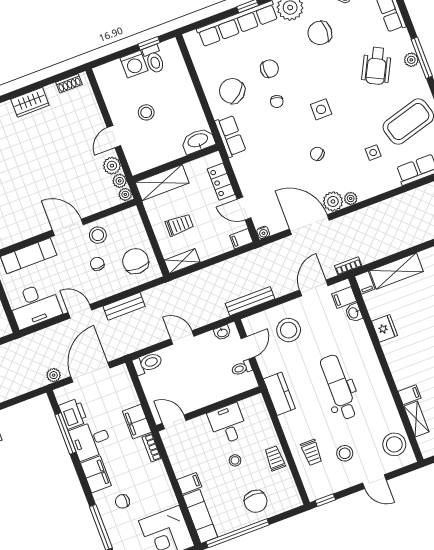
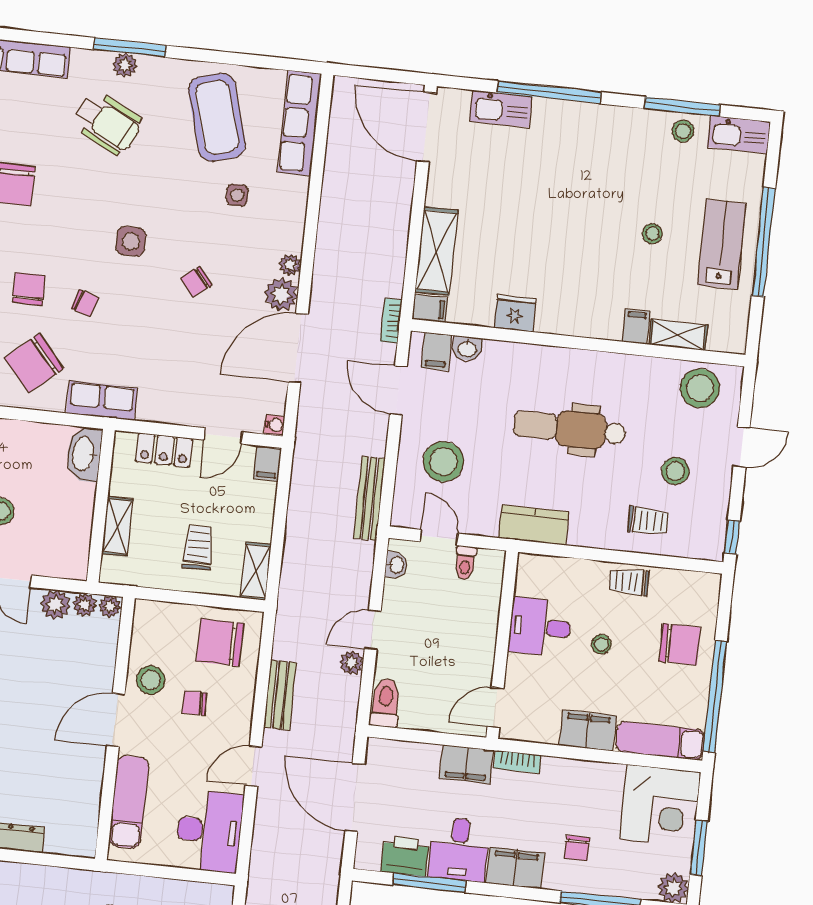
shelving: (162, 183) -> (117, 526), width x0.67, depth x0.75
plant: (54, 375) -> (351, 663), moved
filing cabinet: (189, 483) -> (588, 730), width x2.00

